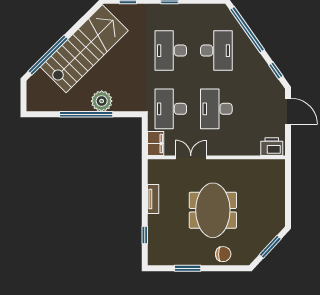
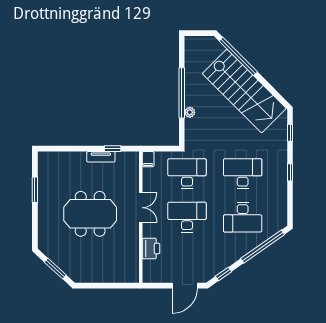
plant: (102, 101) -> (190, 112), width x0.53, depth x0.53
filing cabinet: (156, 144) -> (148, 159), width x0.50
printer: (272, 147) -> (151, 249), moved
double door: (191, 157) -> (141, 208), moved
window: (145, 235) -> (113, 149), moved
chair: (223, 254) -> (48, 224), removed

